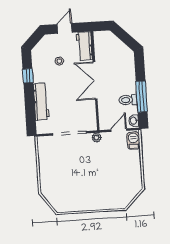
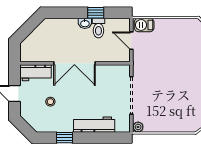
window: (142, 97) -> (96, 13), width x0.46
washbasin: (134, 121) -> (85, 23), moved
plant: (97, 138) -> (138, 127), moved

